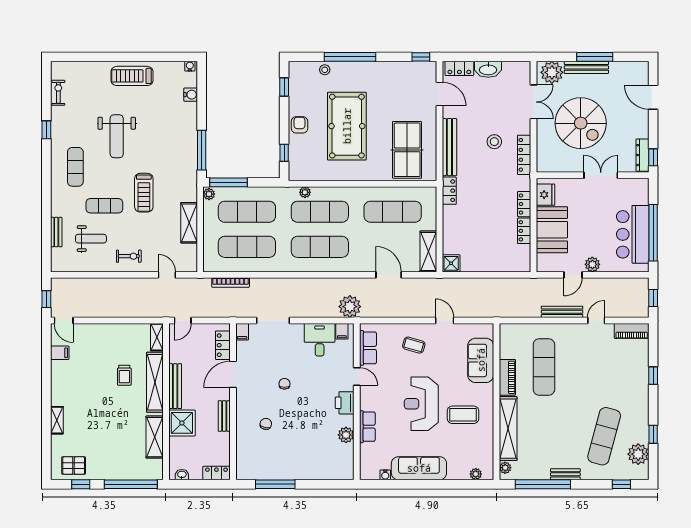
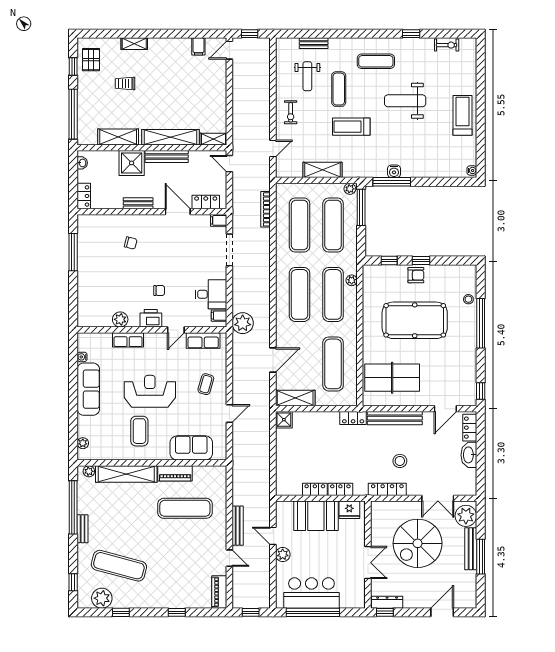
window: (284, 87) -> (421, 261), moved
water cooler: (191, 95) -> (394, 171), moved
trolley: (124, 375) -> (125, 84), moved
chair: (284, 384) -> (159, 290), moved

